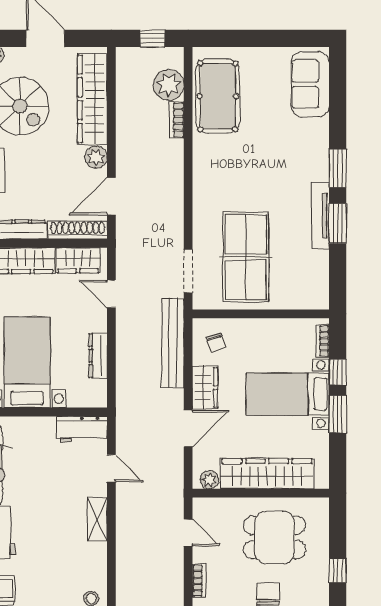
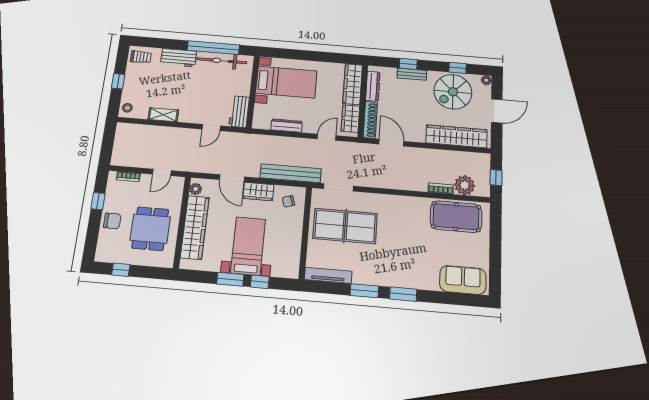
plant: (96, 157) -> (418, 135), removed
tv unit: (320, 216) -> (328, 275), moved
bookcase: (323, 341) -> (283, 273), removed
shelving: (97, 519) -> (163, 115), moved

